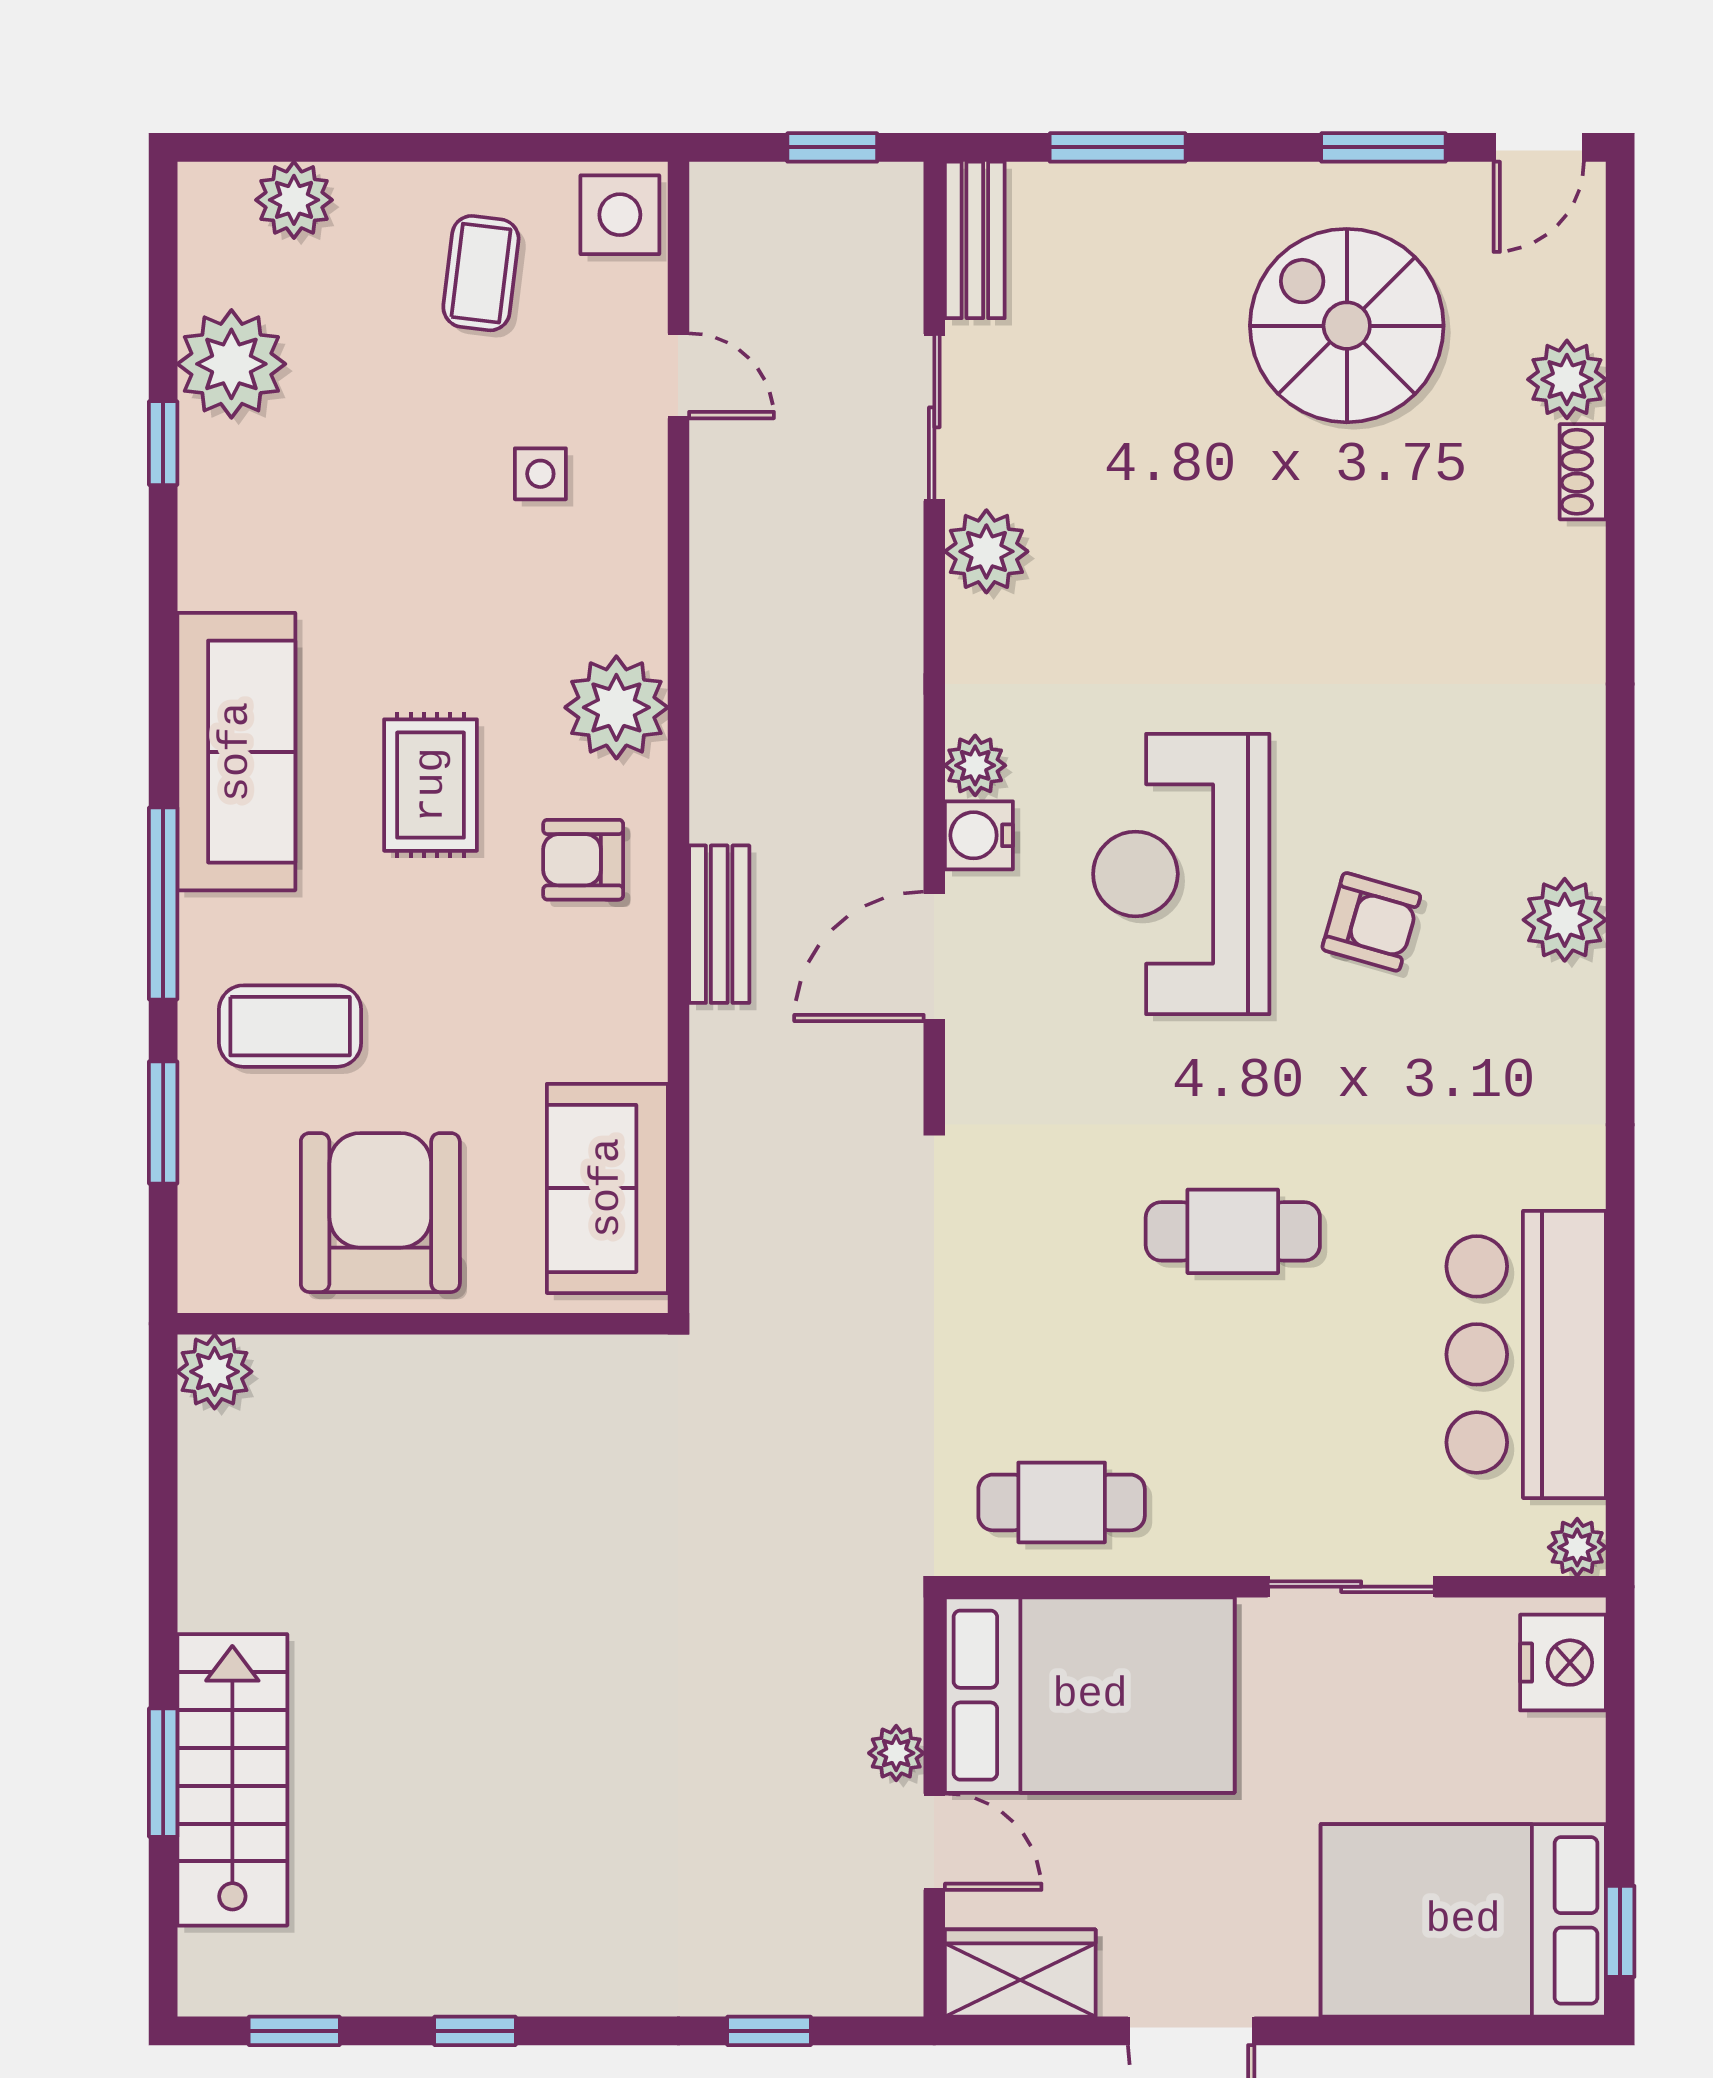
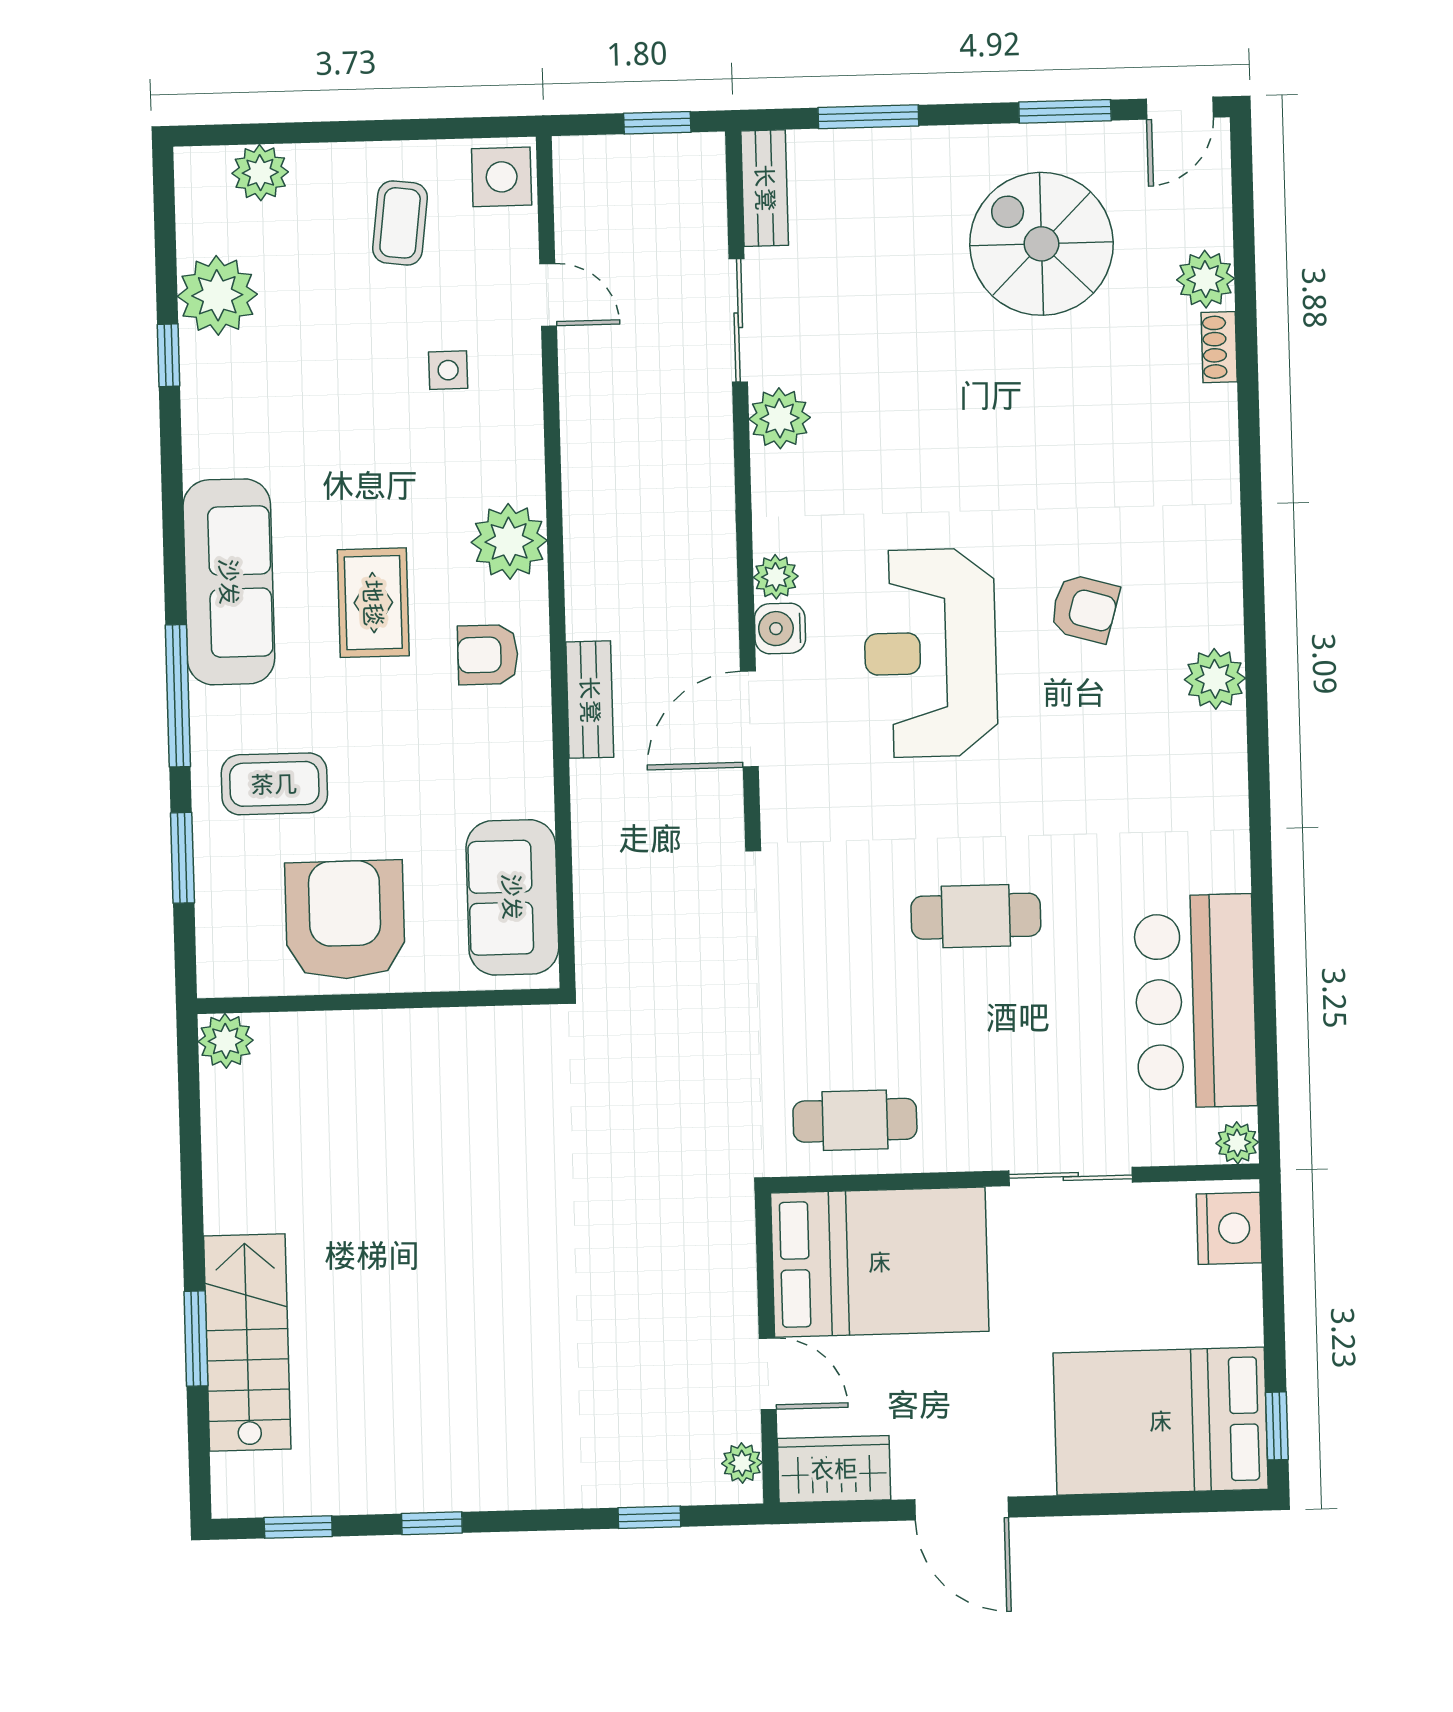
armchair: (1371, 922) -> (1084, 608), moved
plant: (896, 1753) -> (742, 1463), moved

